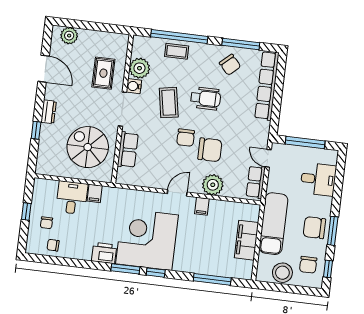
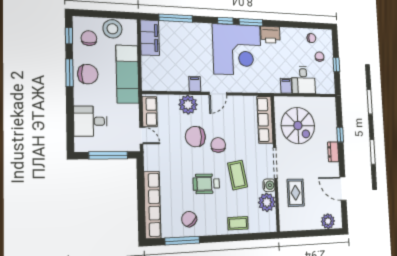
window: (179, 37) -> (238, 237), removed
row of seats: (128, 150) -> (265, 120), width x1.48
filing cabinet: (246, 240) -> (150, 38), moved

